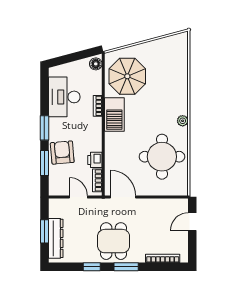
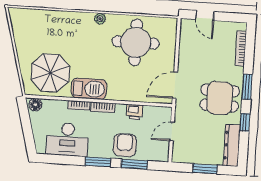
armchair: (62, 153) -> (125, 145), turned 95
bookcase: (97, 180) -> (103, 107), moved
dresser: (56, 238) -> (232, 145), moved, turned -90

